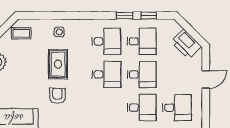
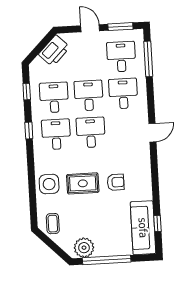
window: (125, 16) -> (29, 131), moved
side table: (59, 32) -> (49, 184), width x1.87, depth x1.87
armchair: (57, 96) -> (116, 182), turned 180
window: (206, 109) -> (120, 27), added

